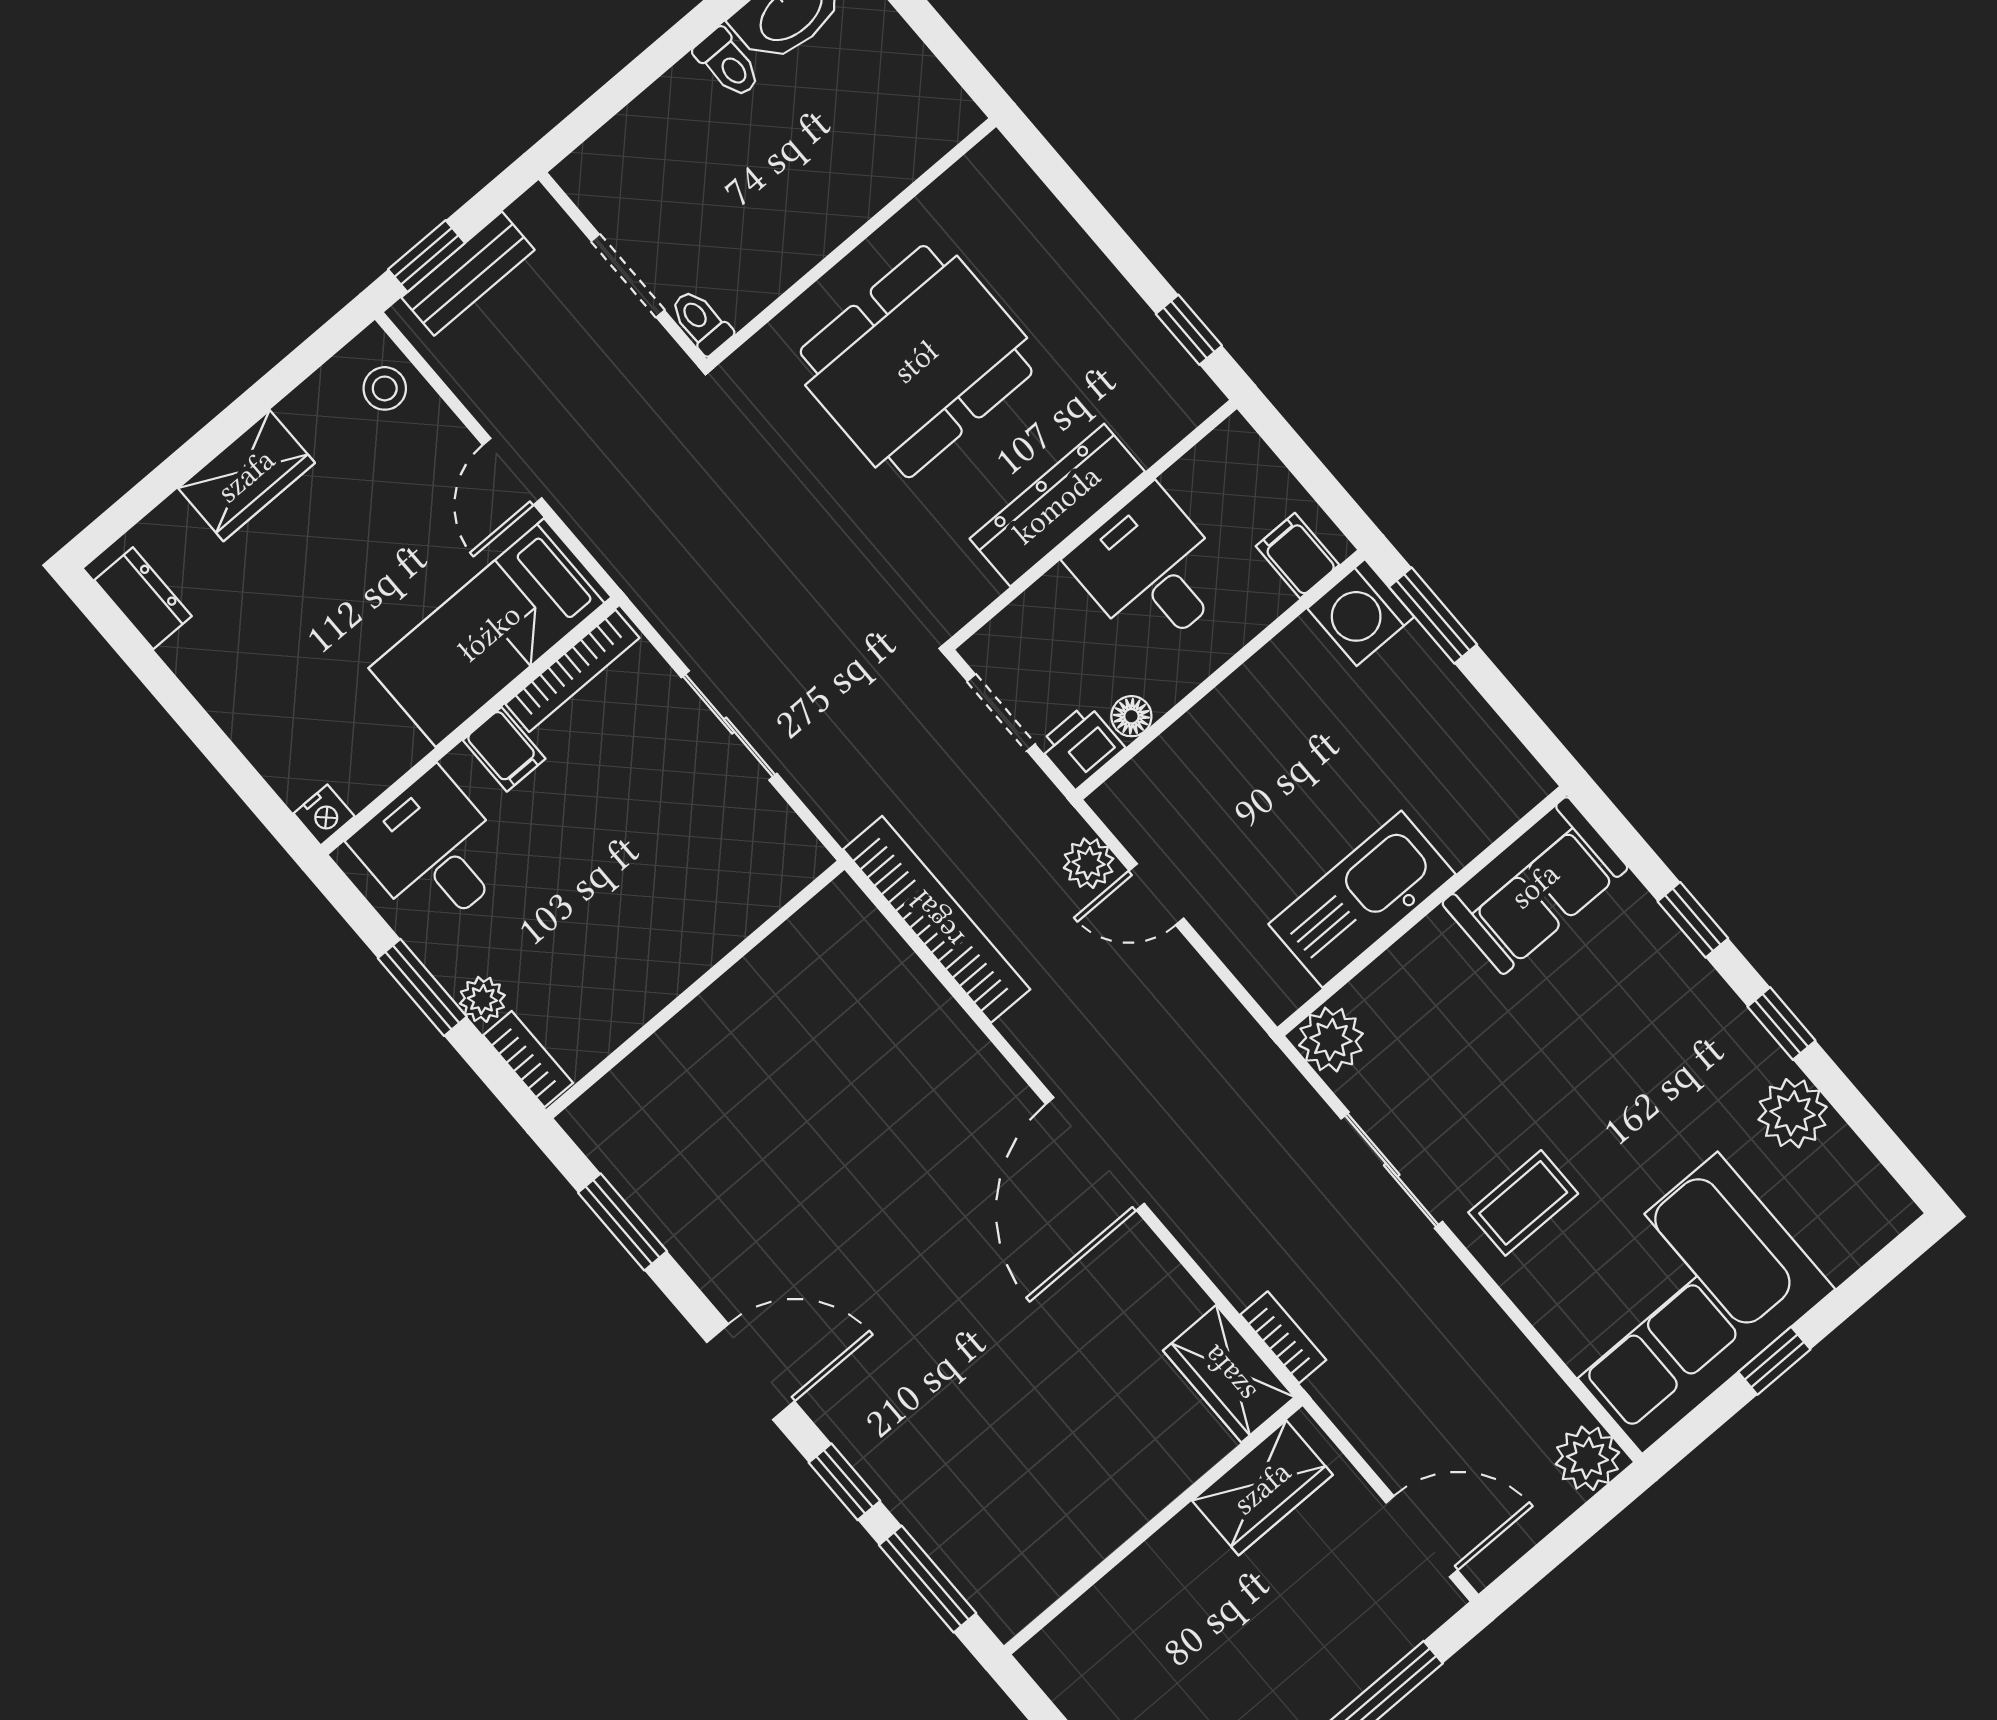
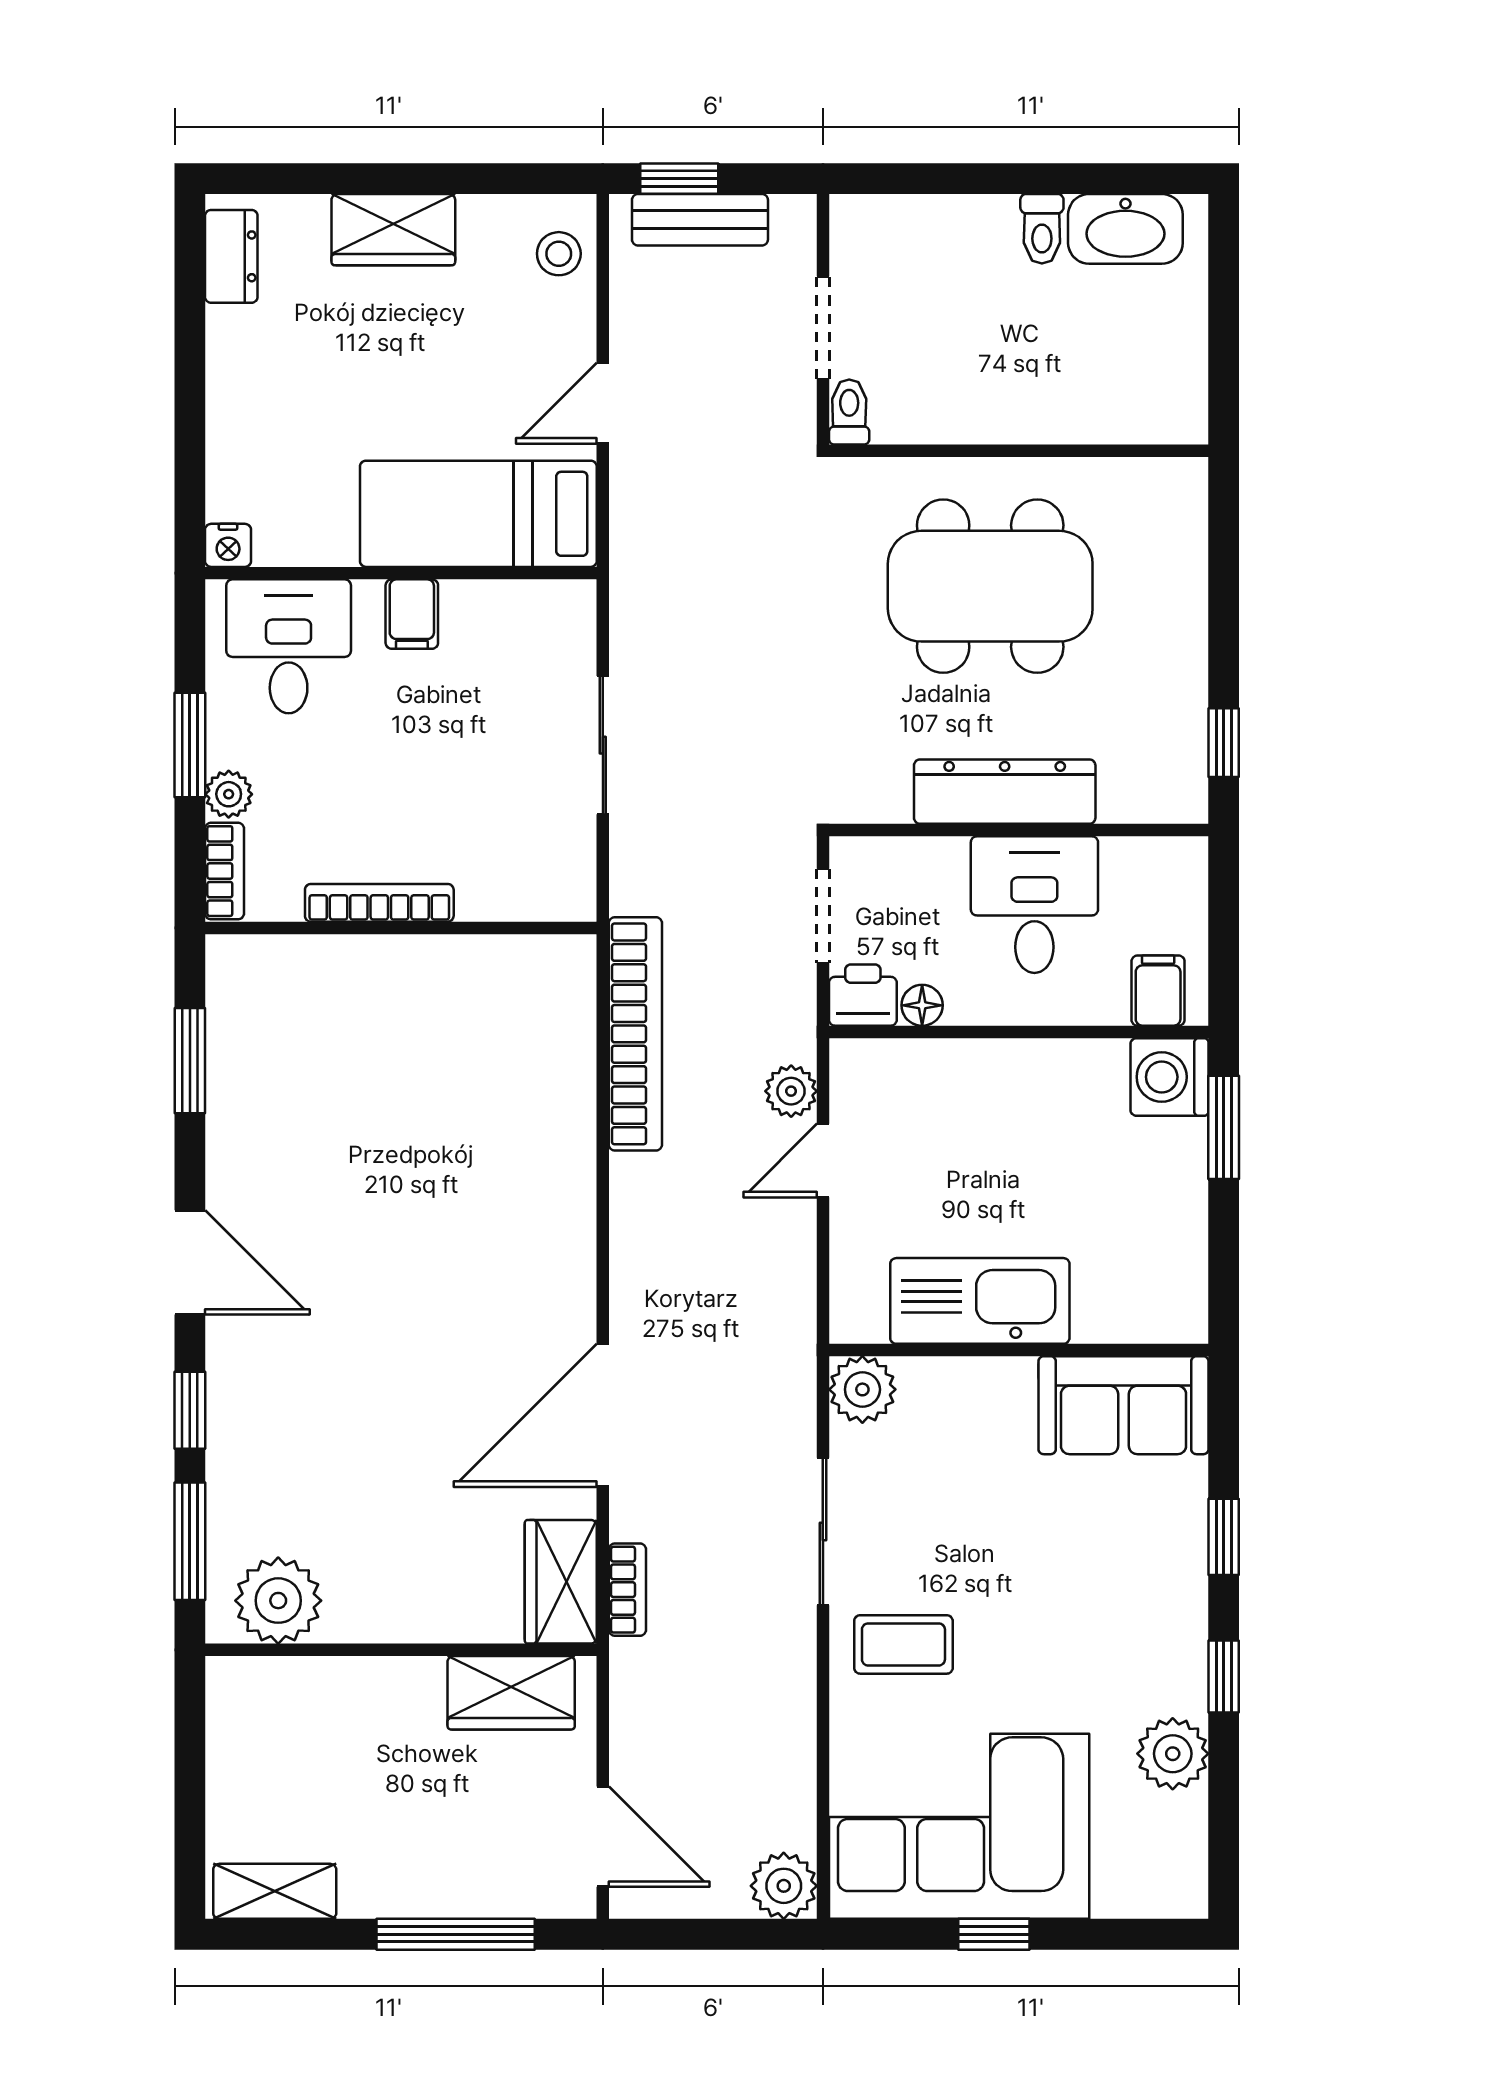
bookcase: (572, 671) -> (379, 903), moved, turned 180
door: (1156, 894) -> (823, 1161), hinge flipped
door: (1095, 1154) -> (603, 1415), moved
plant: (1031, 1567) -> (278, 1601), added

